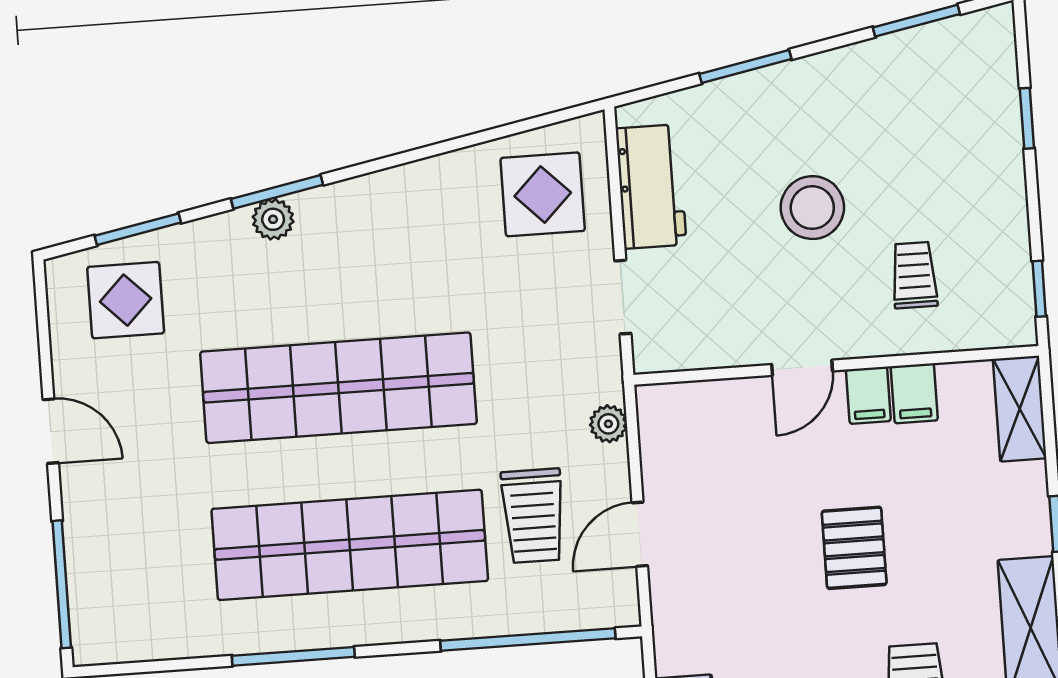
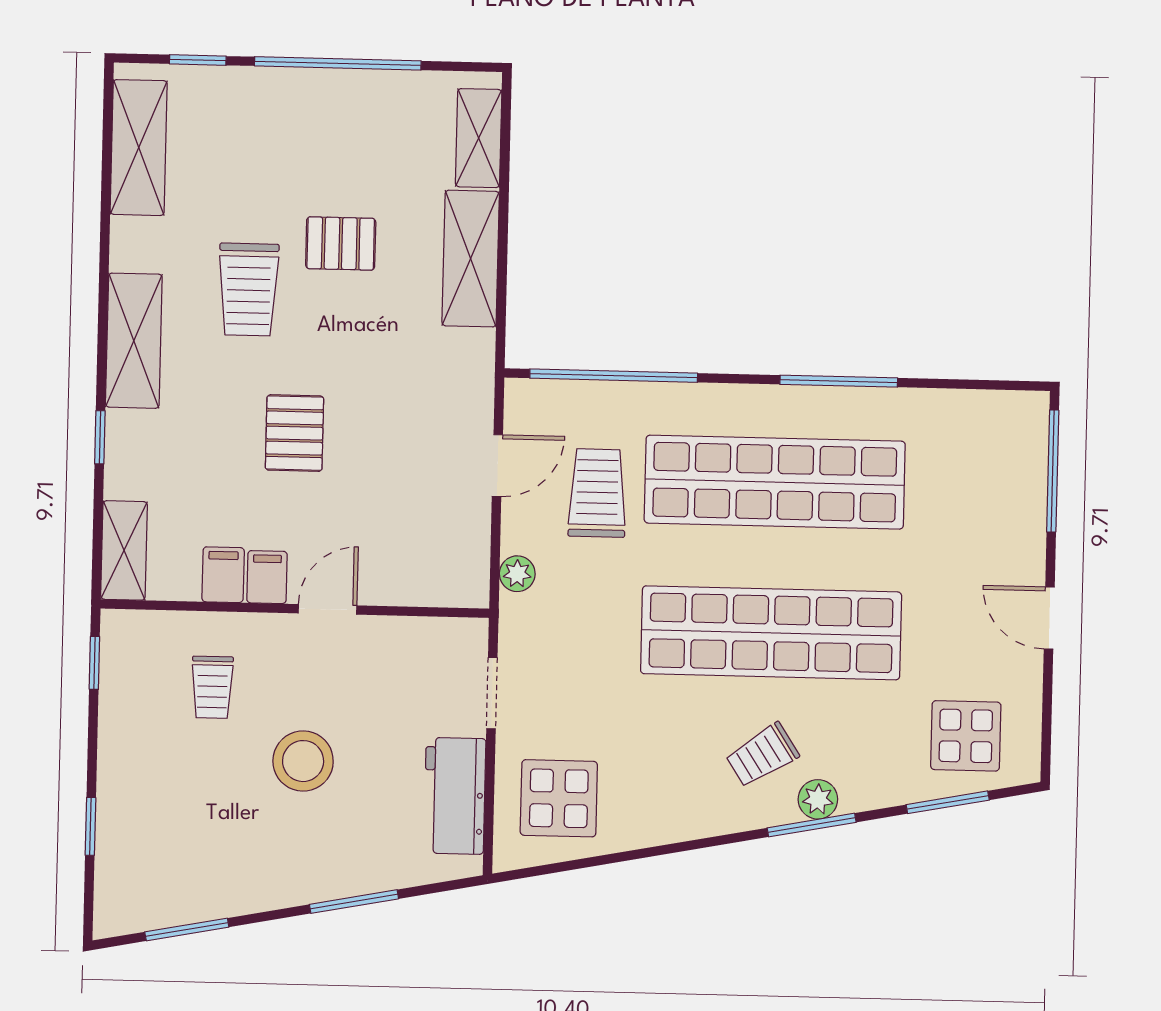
trolley: (335, 260) -> (762, 755), added

